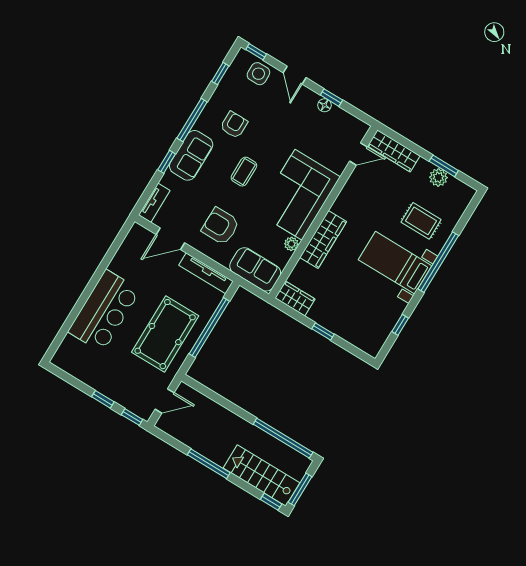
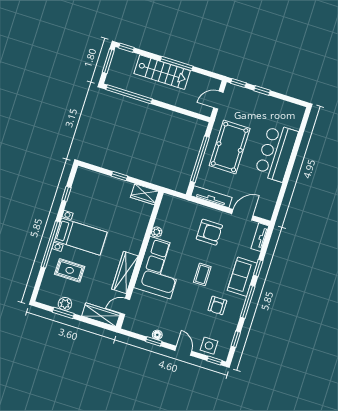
wardrobe: (323, 240) -> (125, 273), moved
sofa: (255, 269) -> (178, 208), removed
stairs: (262, 475) -> (162, 72), moved

